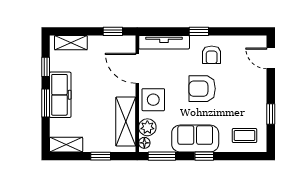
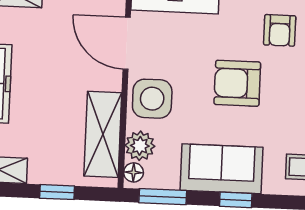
armchair: (212, 55) -> (280, 30), moved

